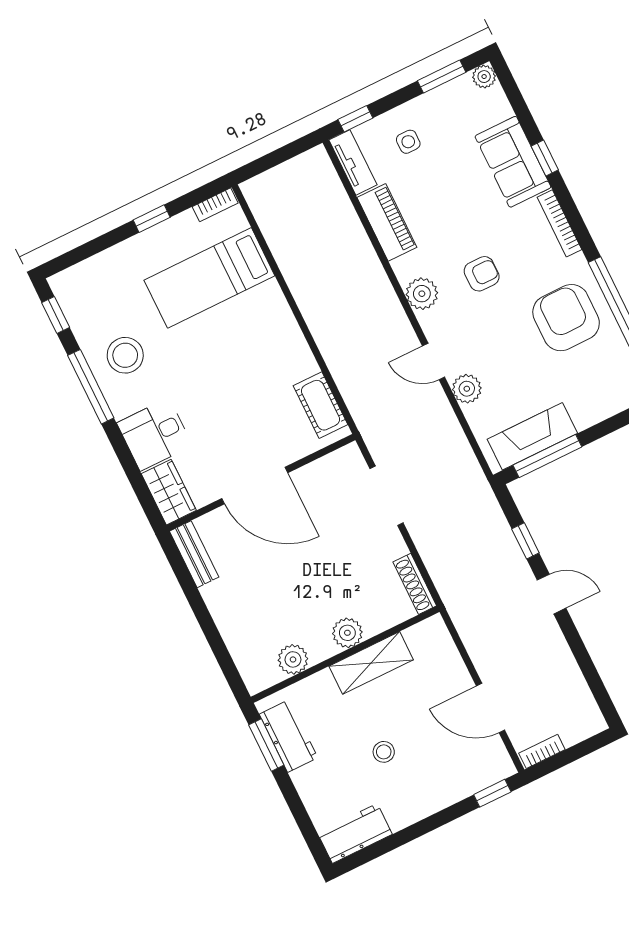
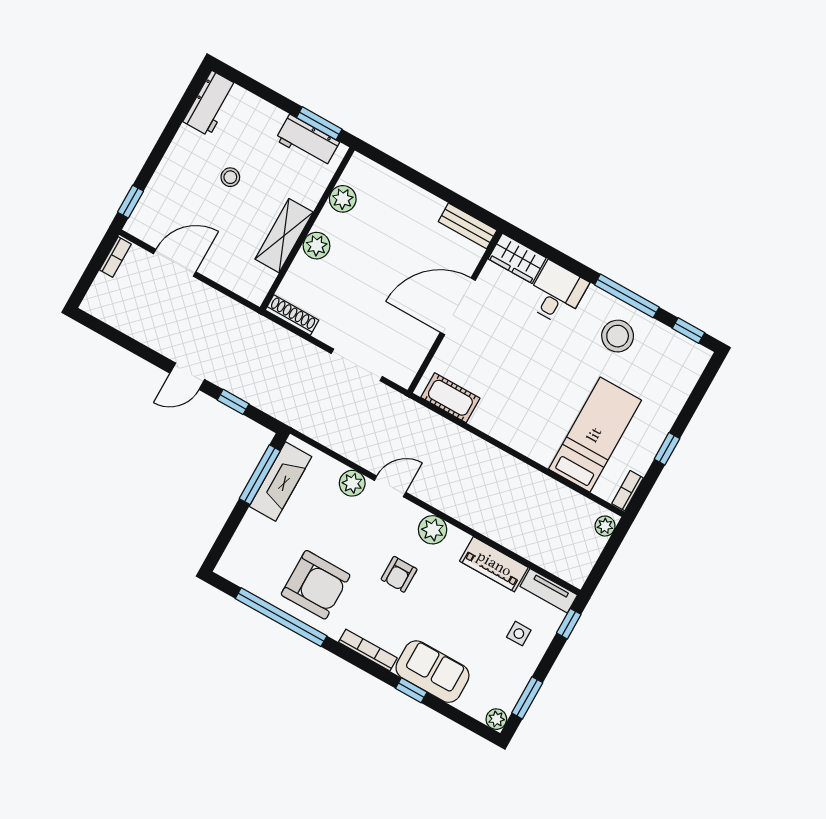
plant: (259, 186) -> (605, 526), added

